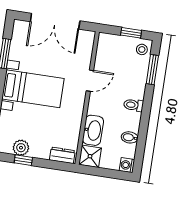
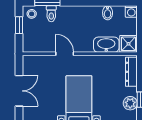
double door: (55, 21) -> (19, 91), width x0.73
toilet: (133, 105) -> (51, 14), moved
dresser: (62, 155) -> (131, 72), width x1.44

